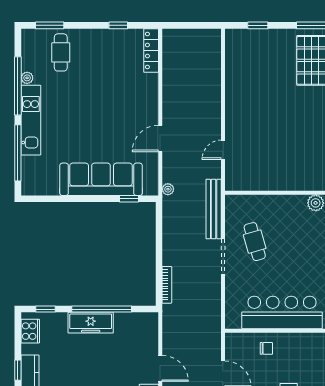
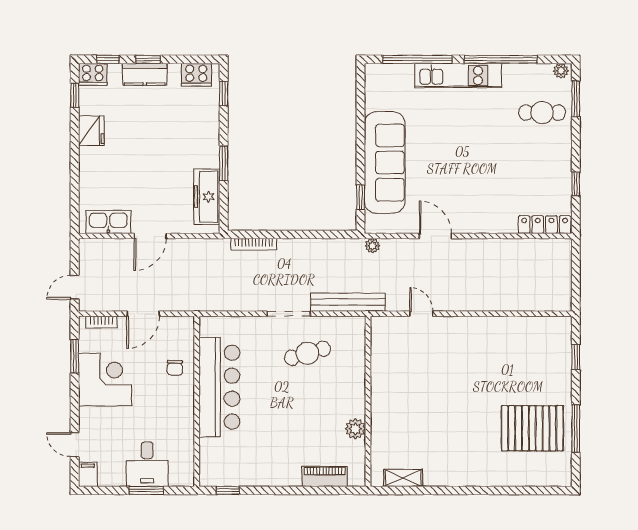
plant: (27, 78) -> (561, 71), moved
window: (102, 309) -> (224, 163), width x0.47
freezer: (91, 323) -> (207, 197), moved

